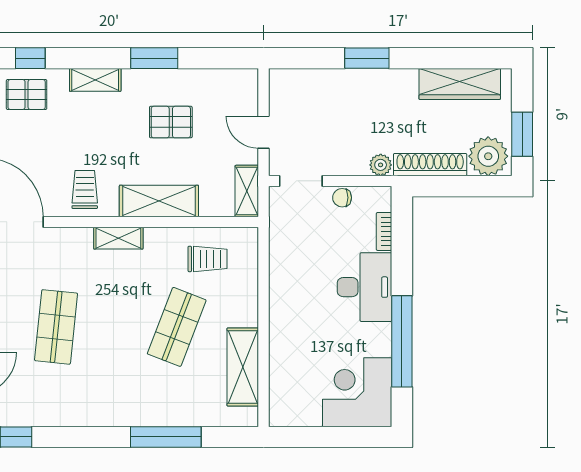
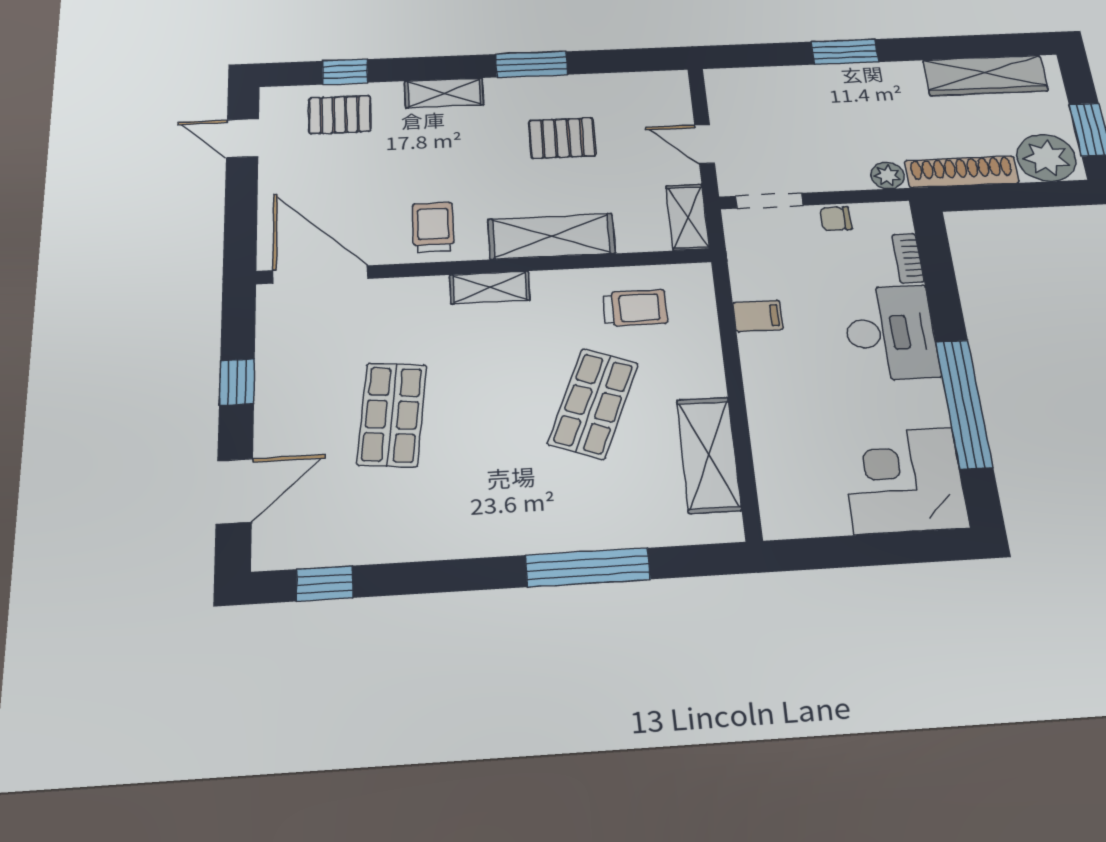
filing cabinet: (283, 270) -> (758, 316), added

